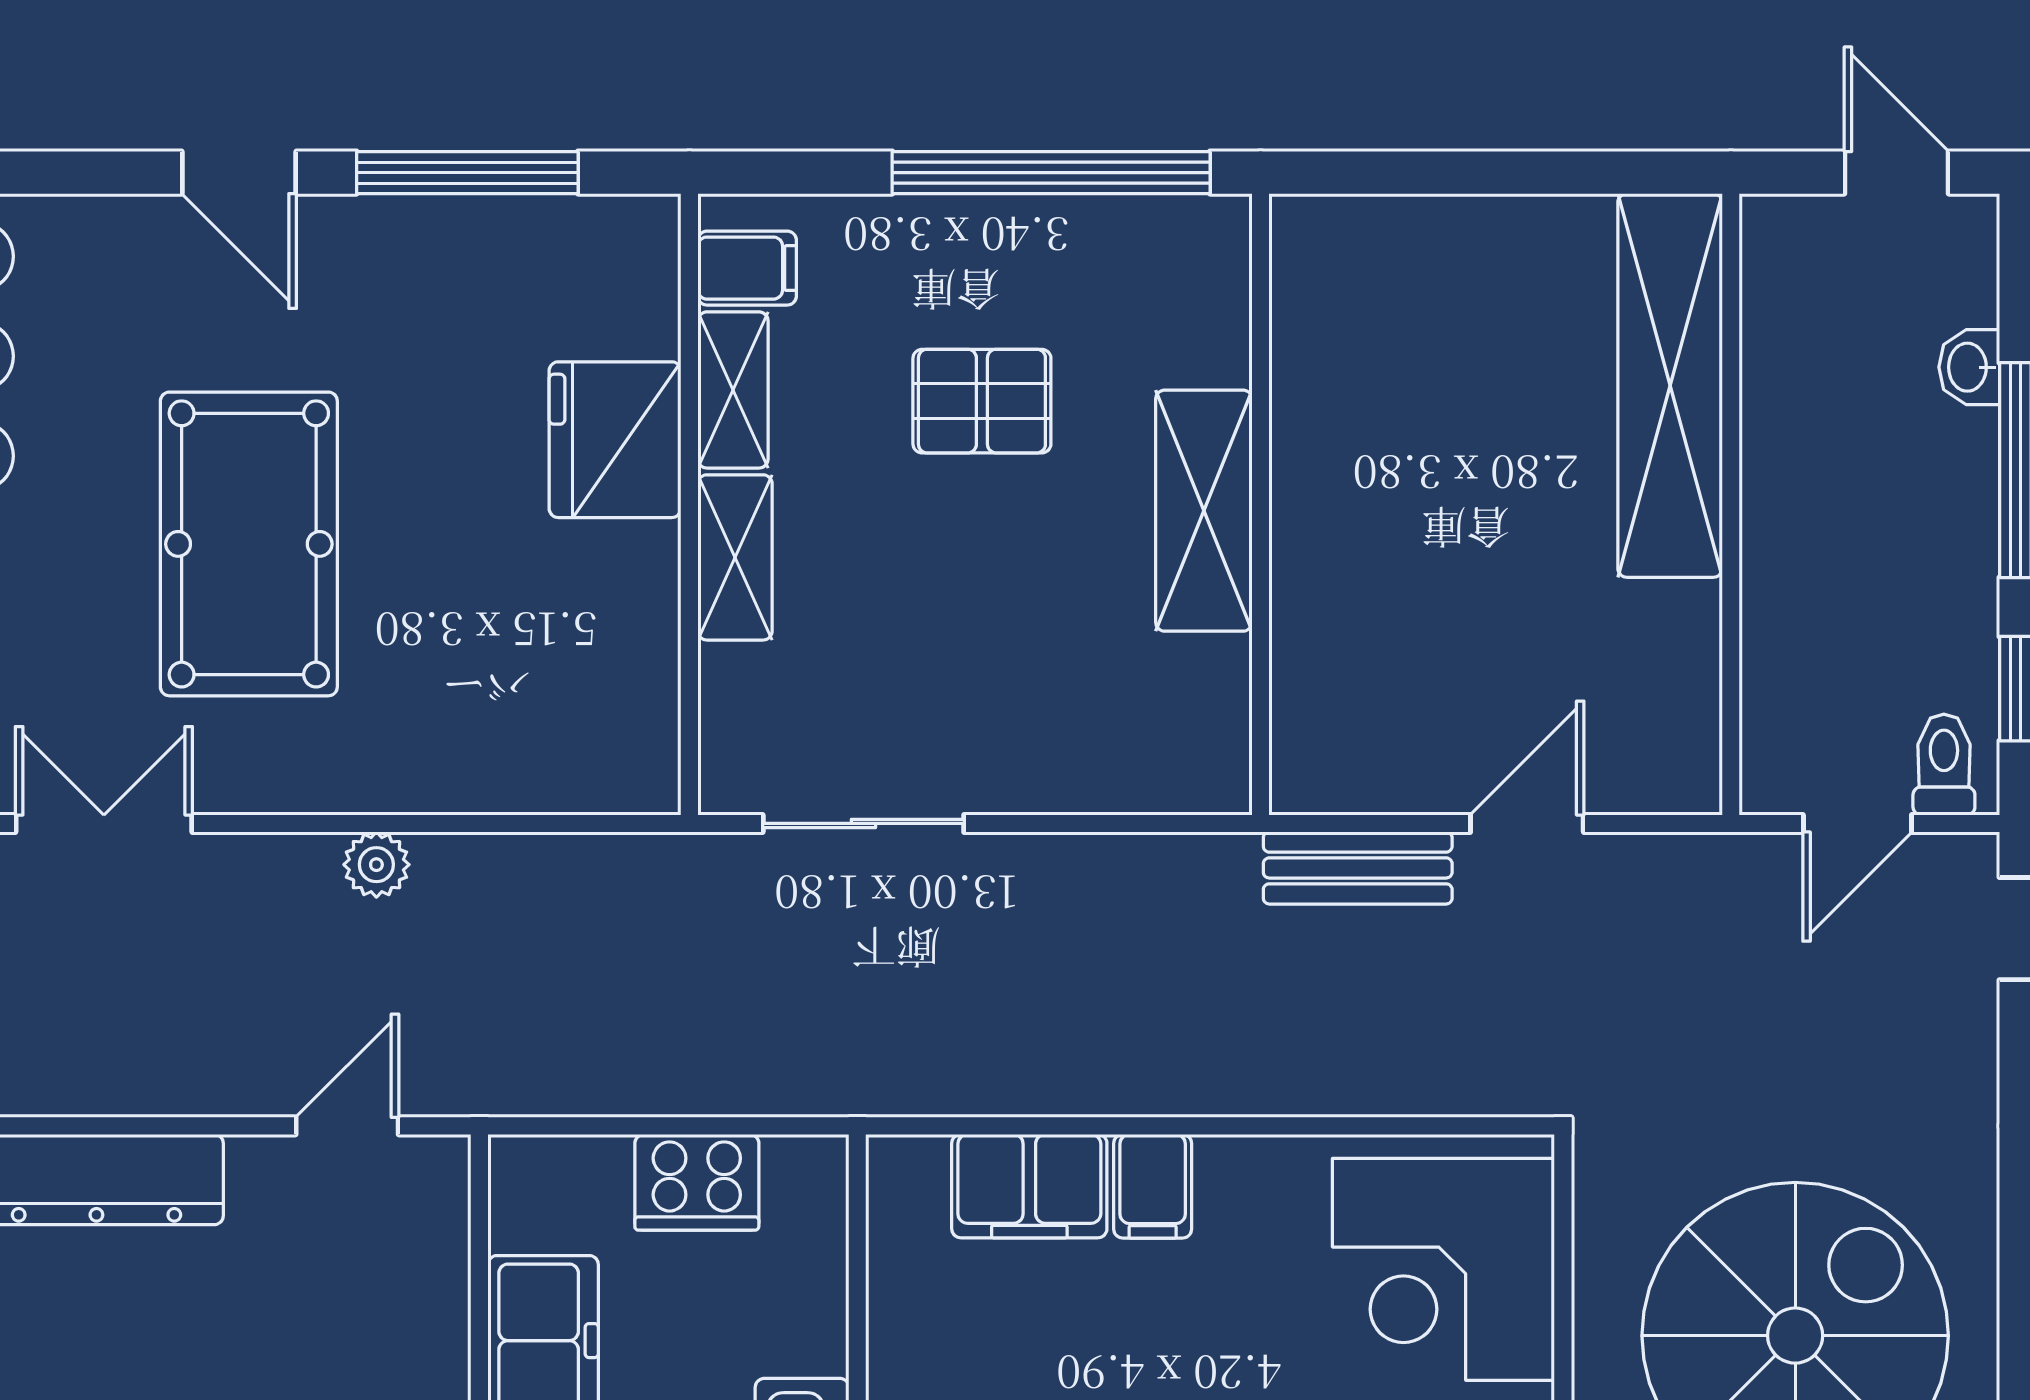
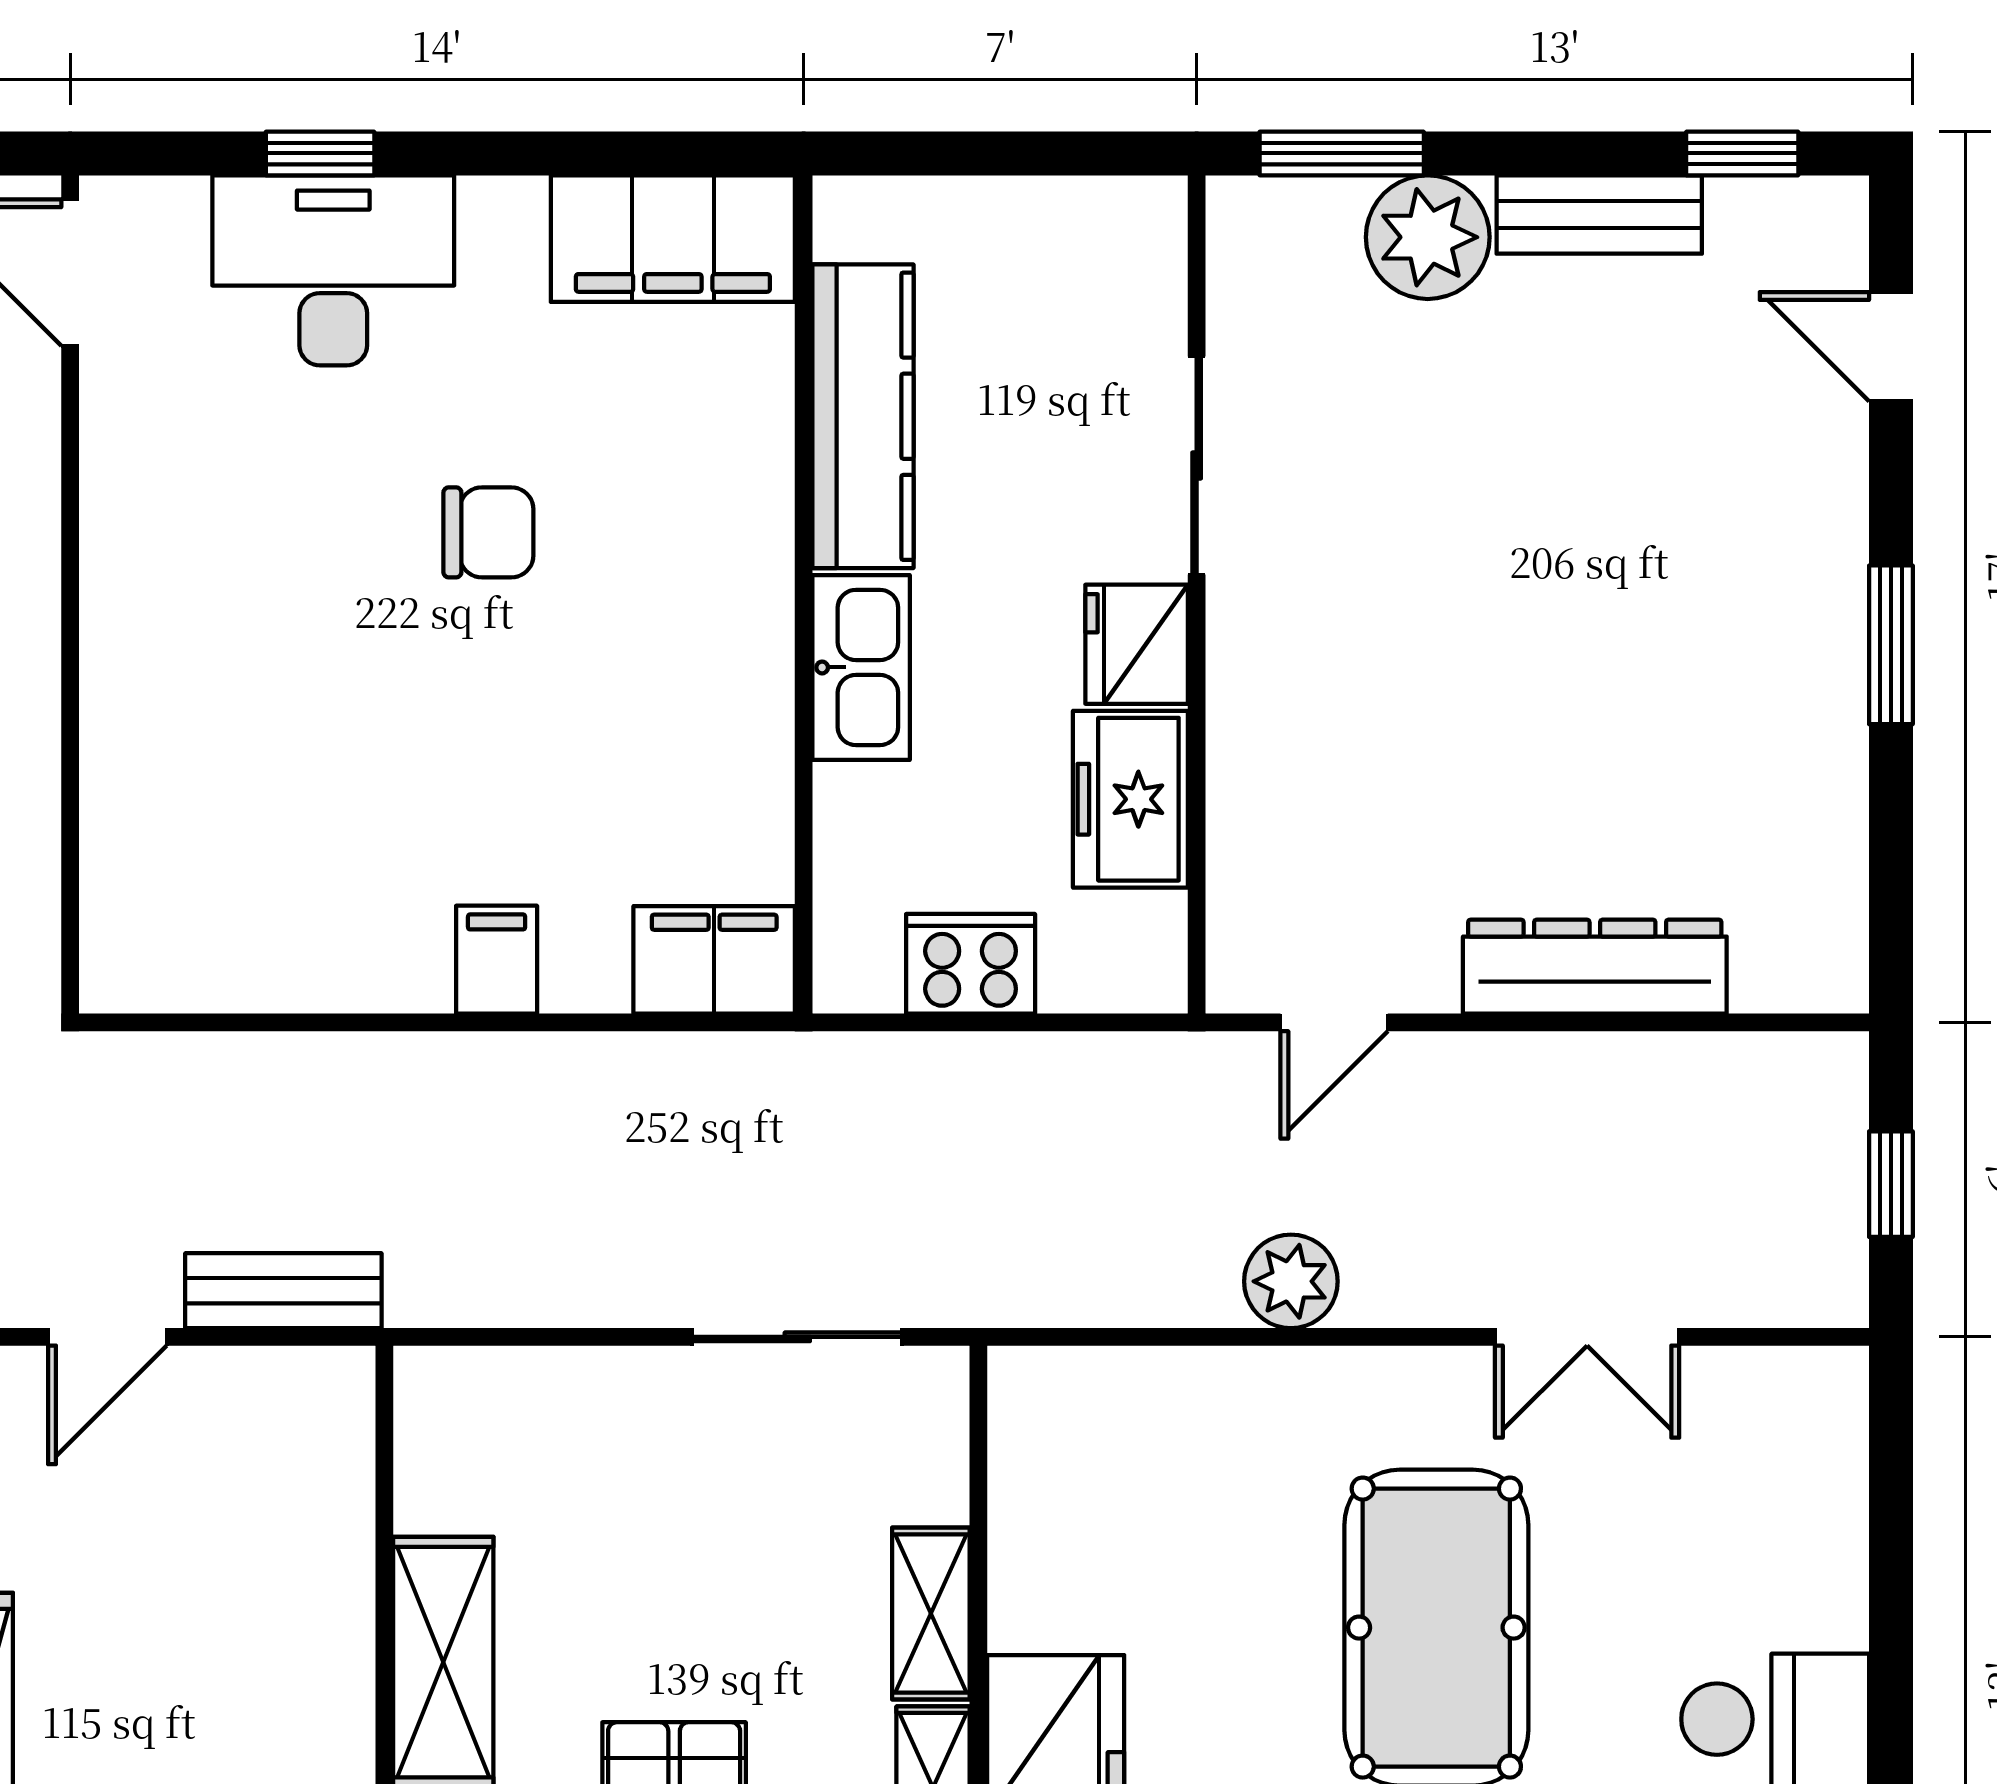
plant: (376, 865) -> (1291, 1281), width x1.38, depth x1.38
filing cabinet: (1029, 1186) -> (714, 960), moved
corner desk: (1443, 1269) -> (194, 873), removed

